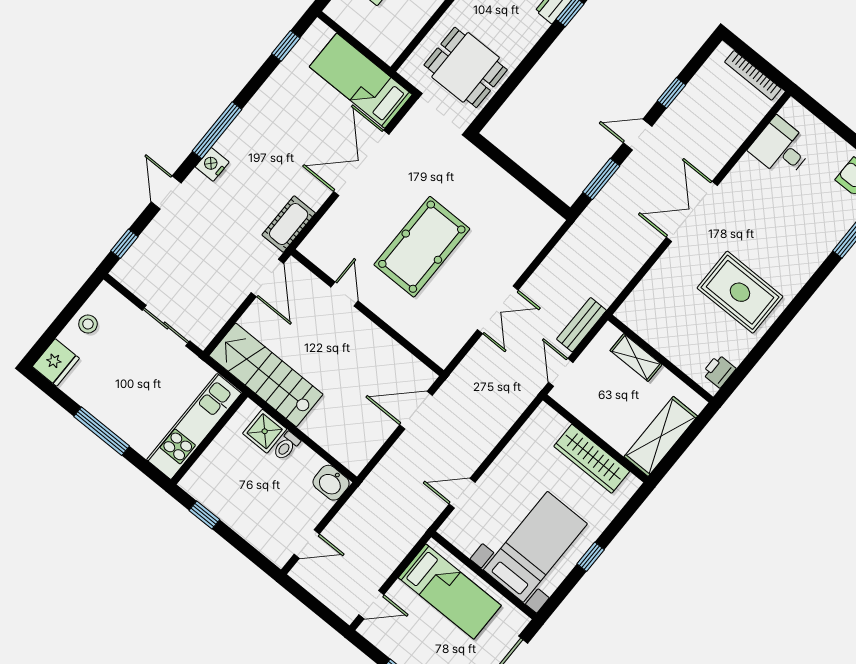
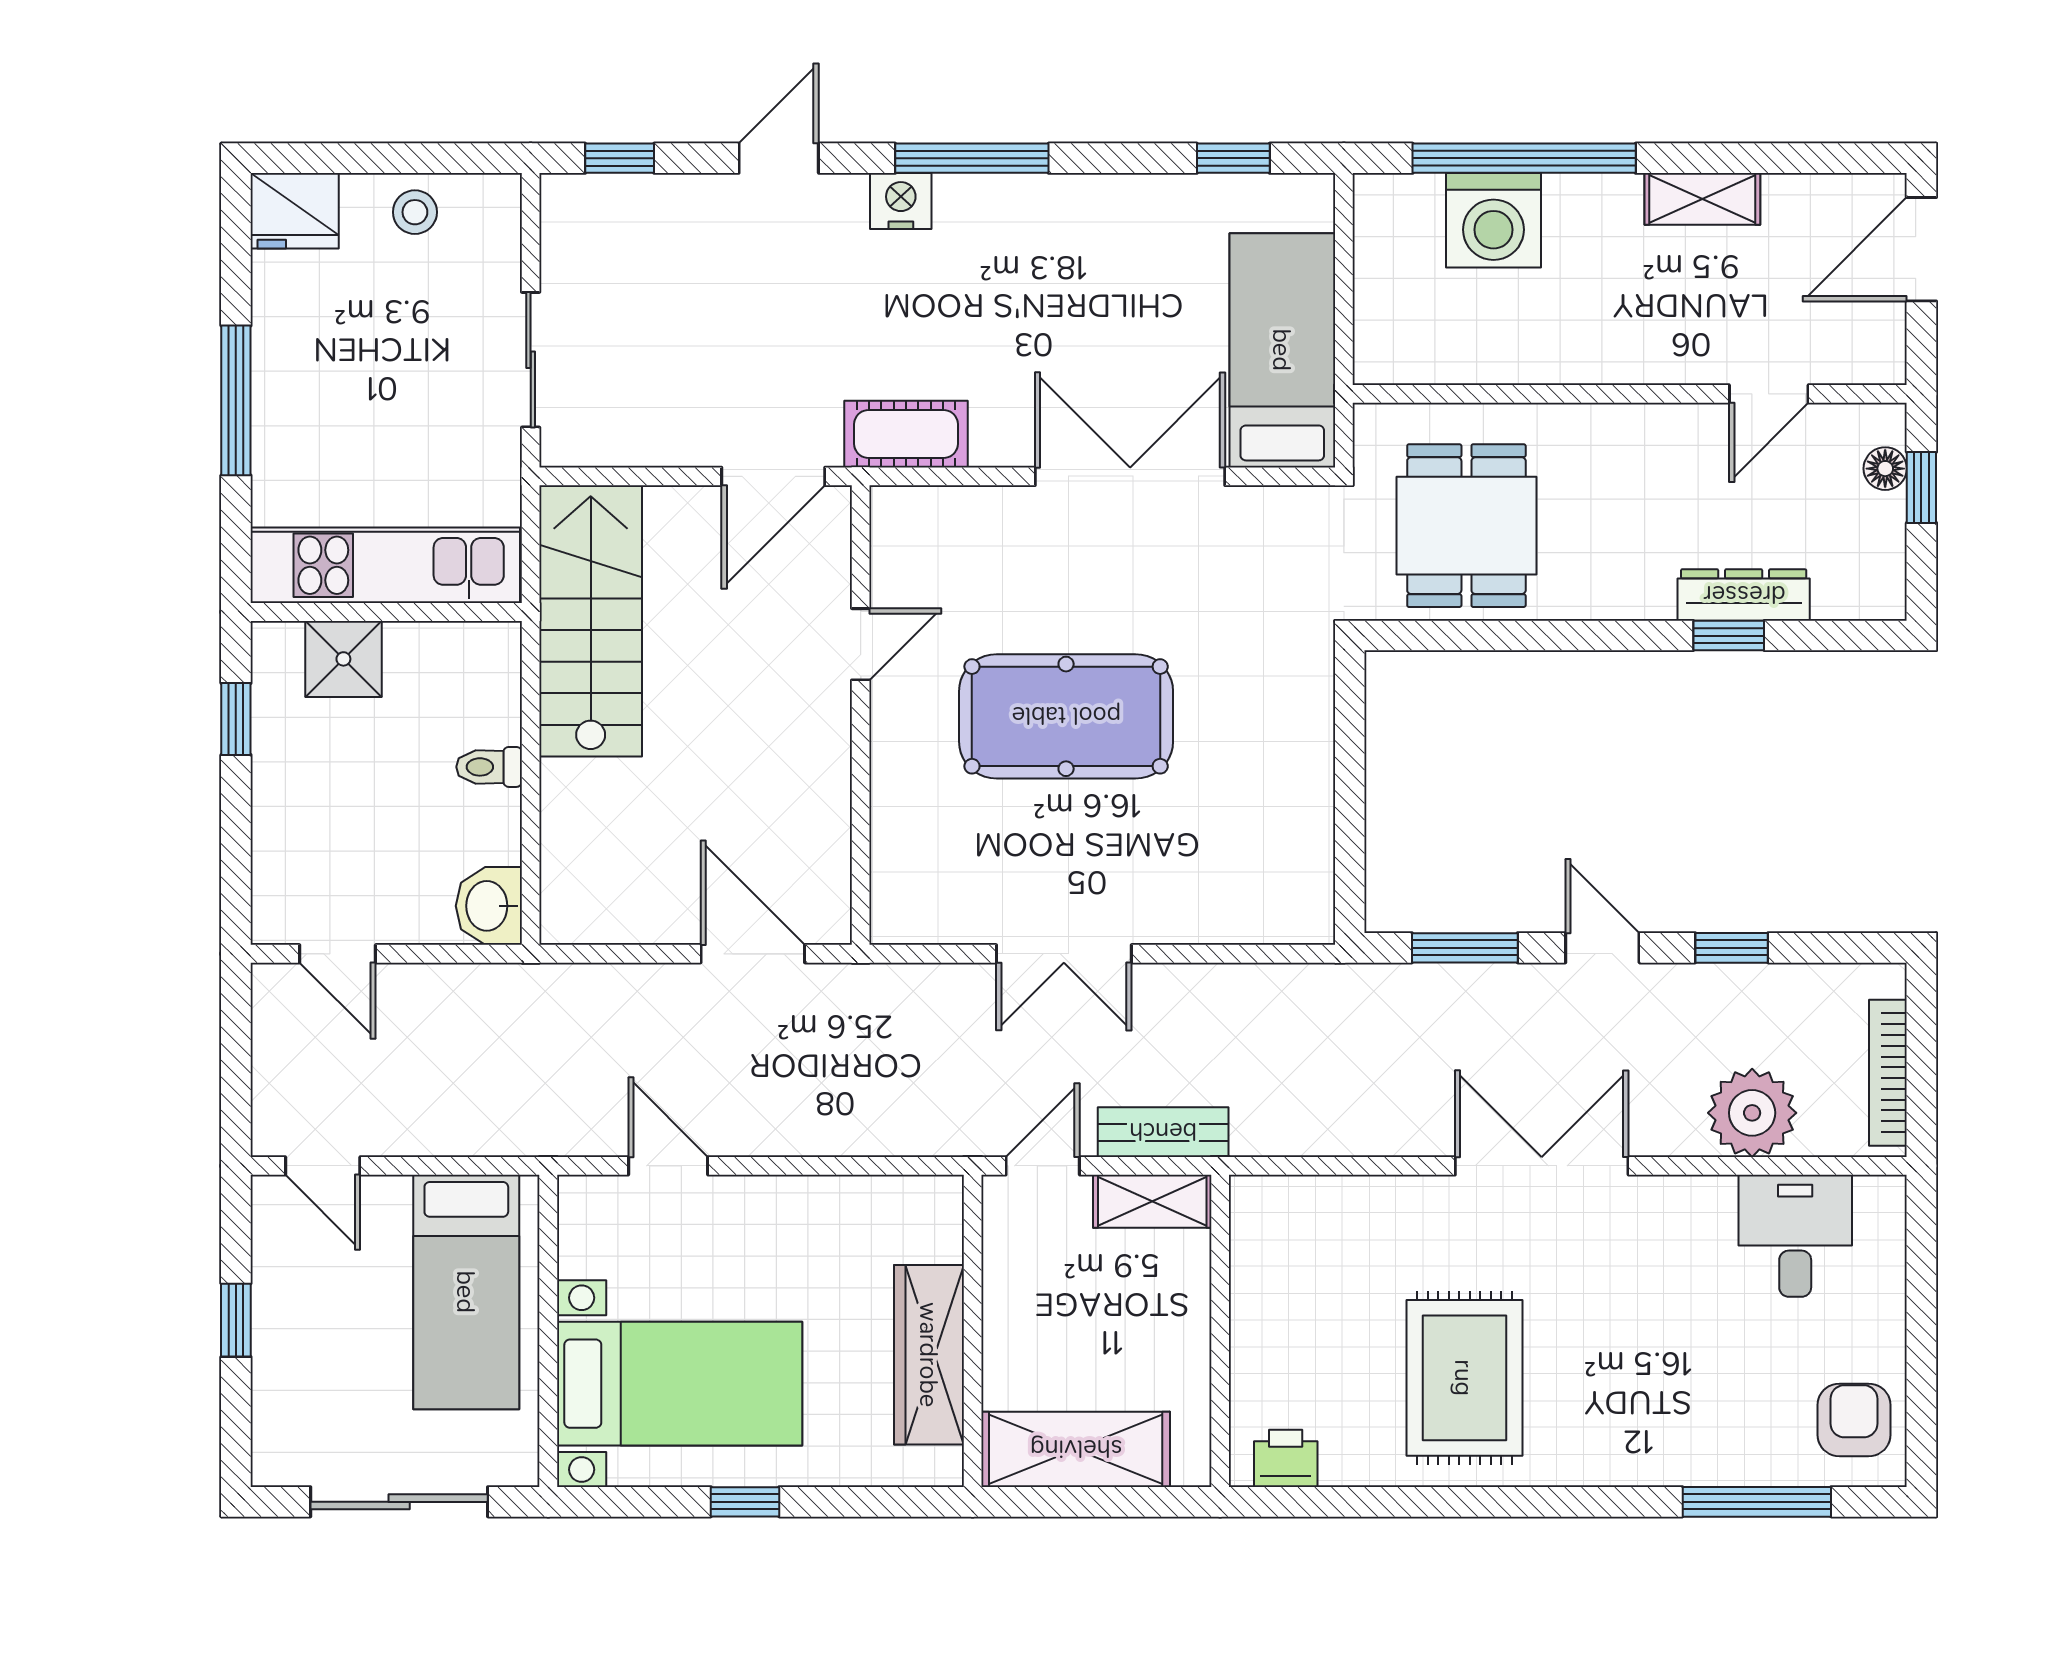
plant: (730, 130) -> (1752, 1113), added
shelving: (636, 358) -> (1152, 1201), moved, turned 90
shower: (265, 431) -> (343, 659), moved

